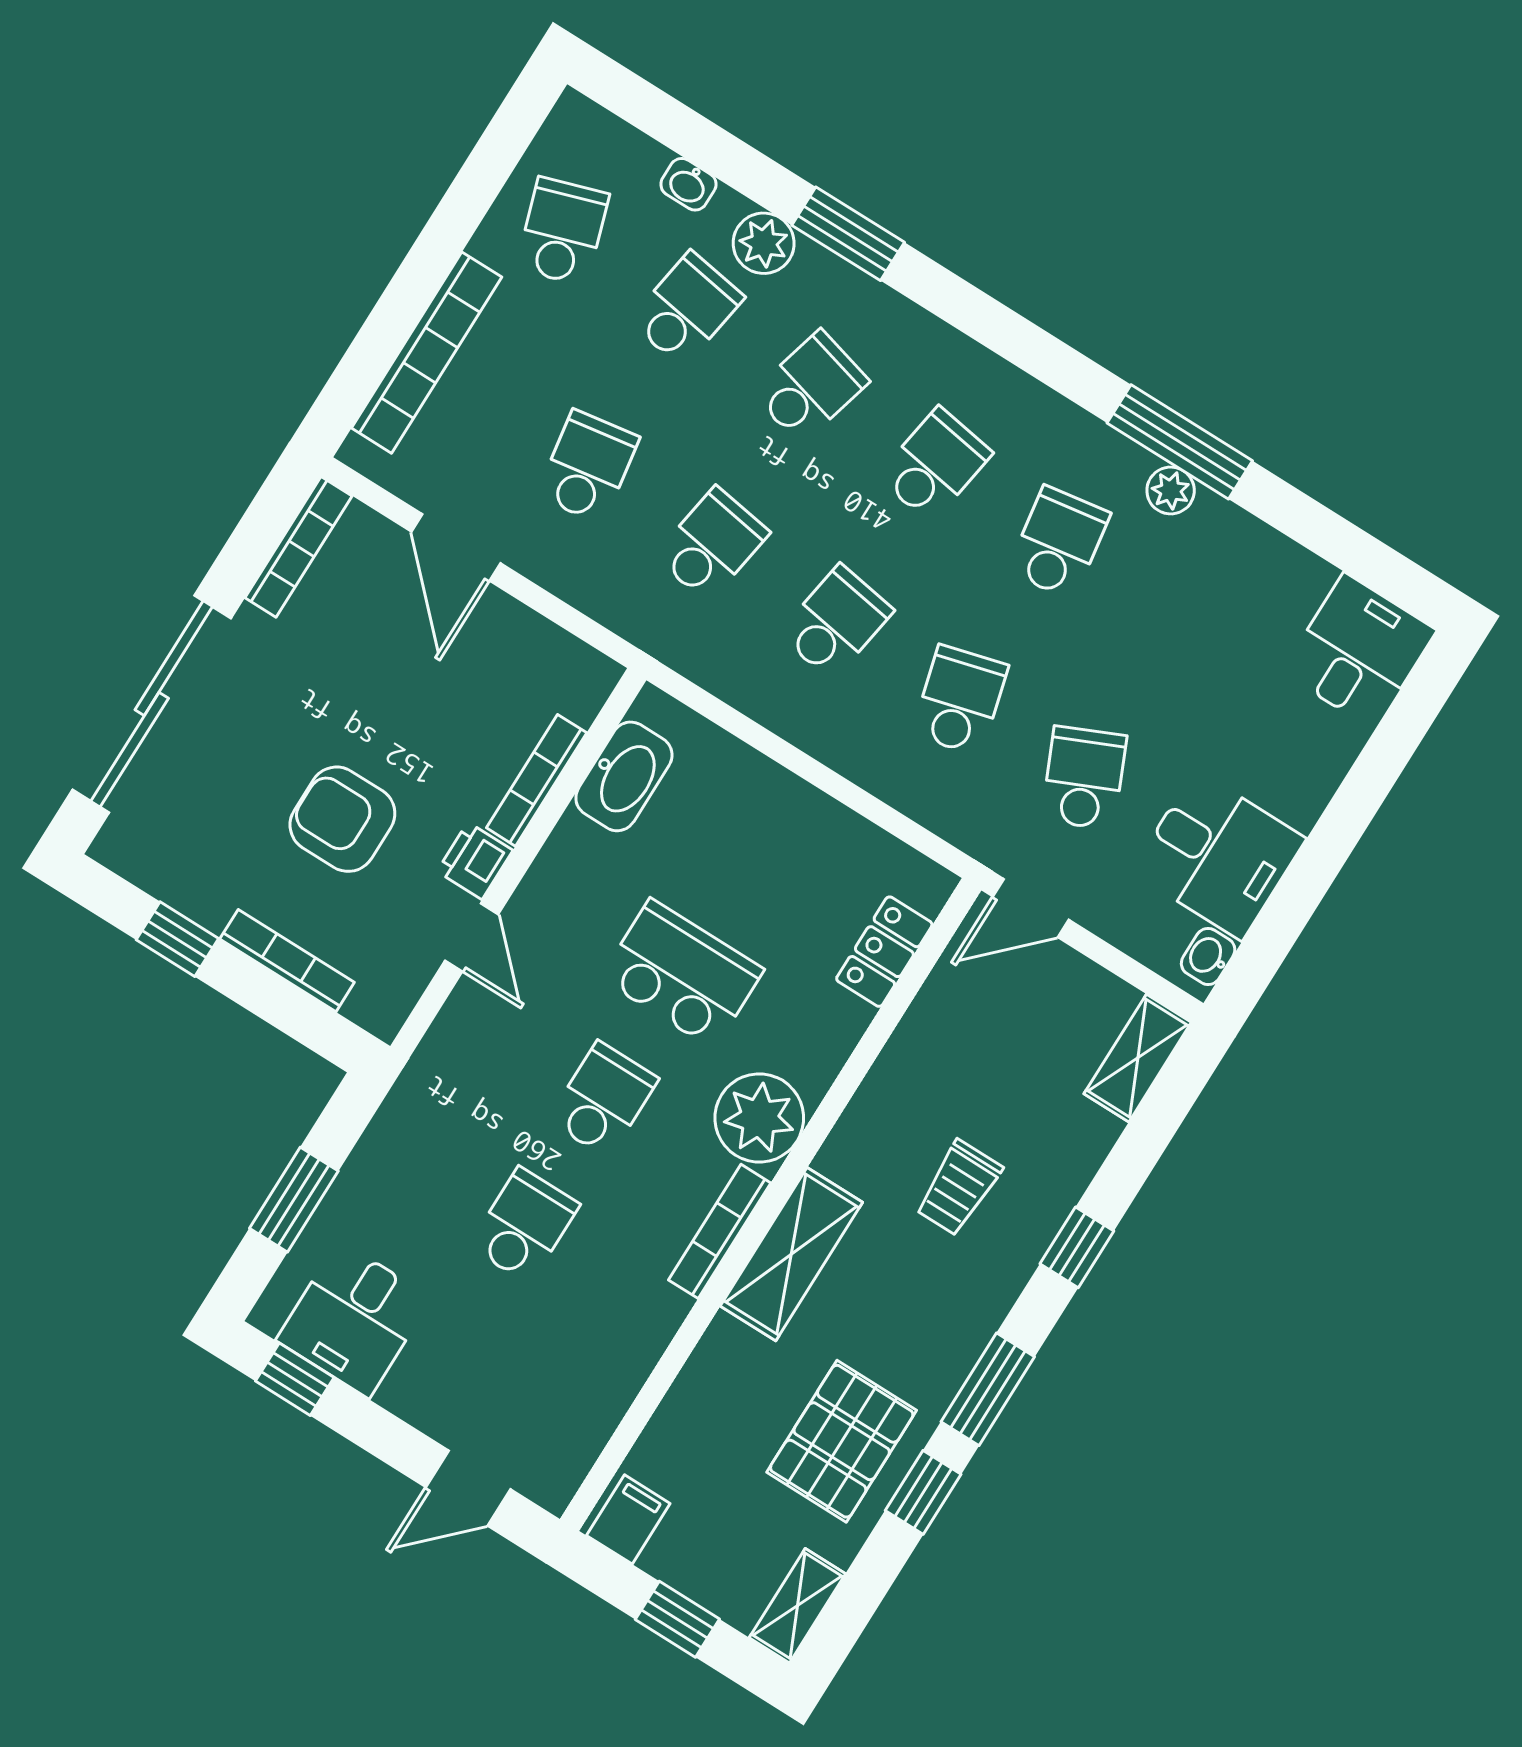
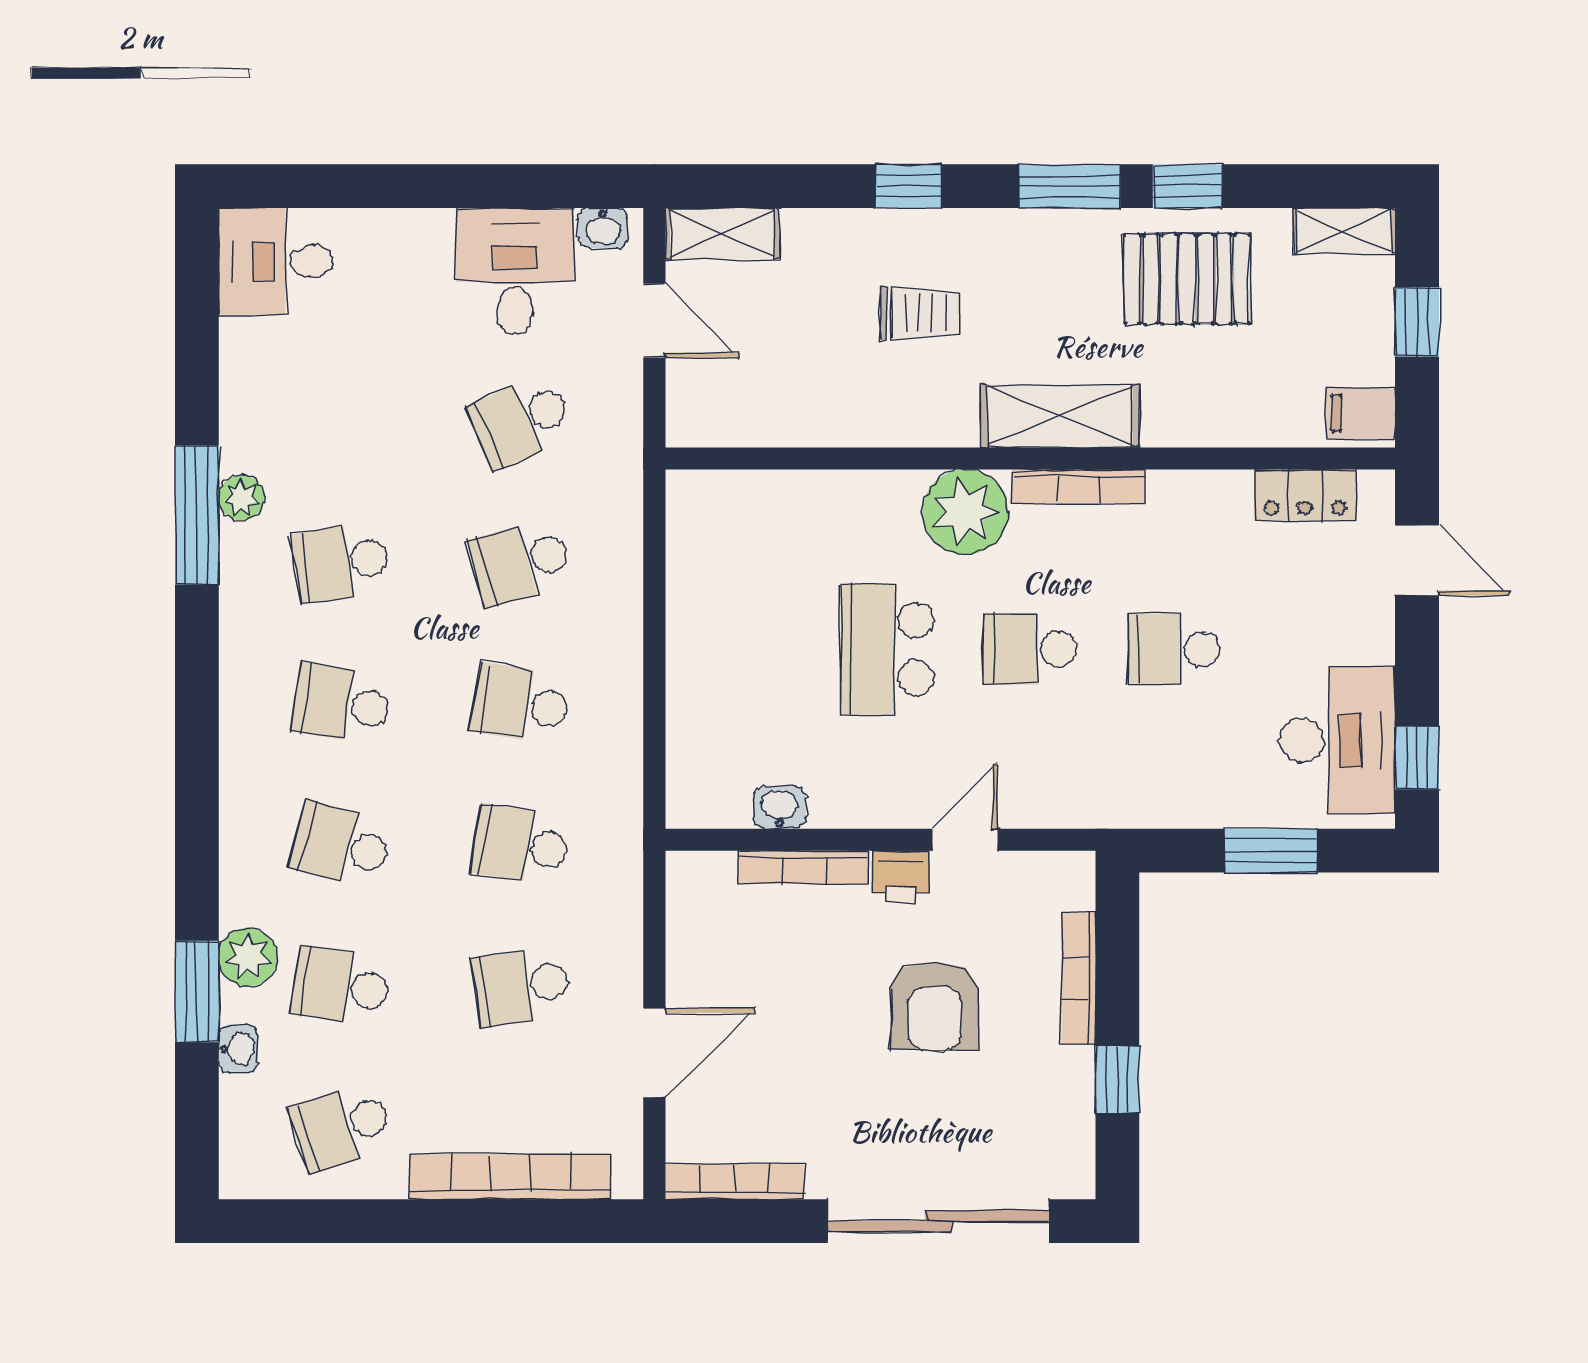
window: (848, 234) -> (197, 991), moved
washbasin: (624, 776) -> (780, 807), width x0.52, depth x0.69
door: (1031, 908) -> (654, 321), moved
locker: (884, 952) -> (1305, 495), moved
desk: (354, 1319) -> (1337, 740), width x1.37

